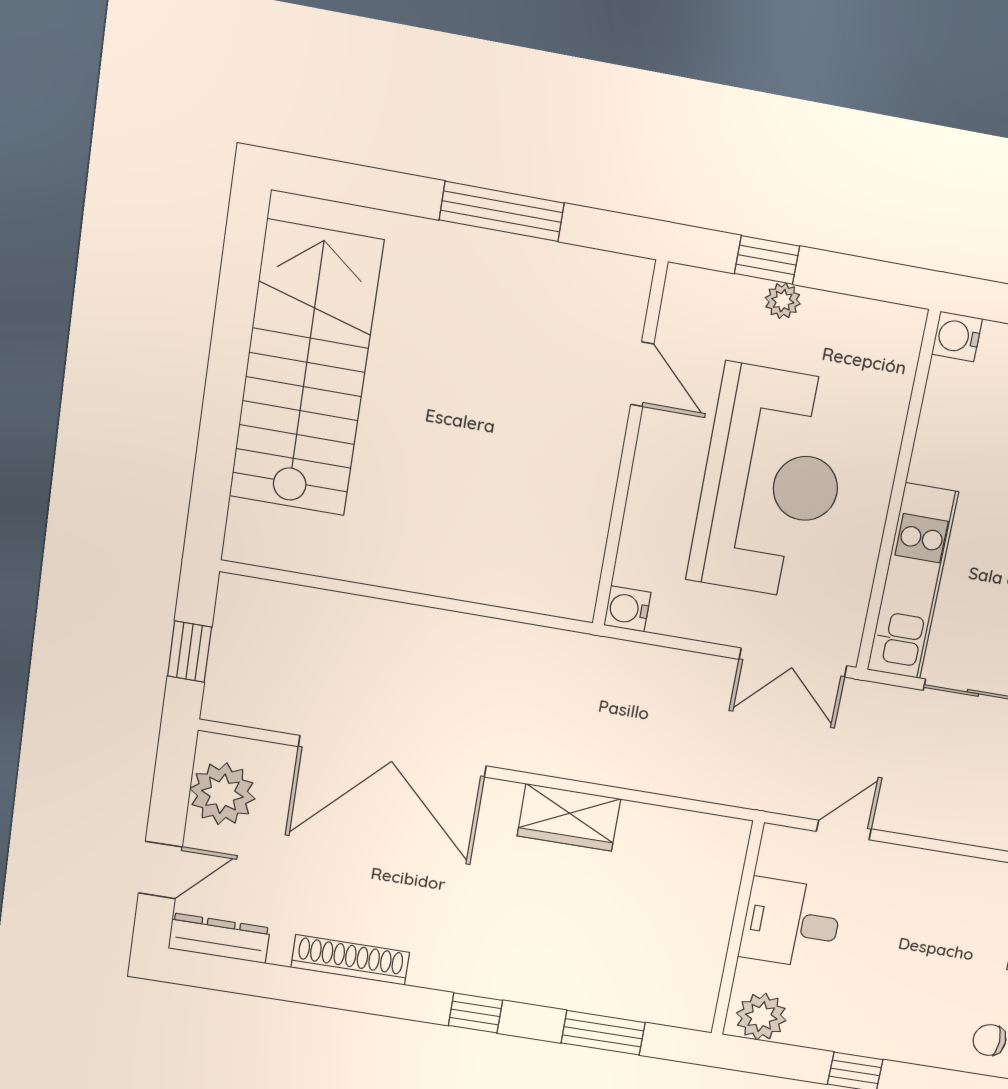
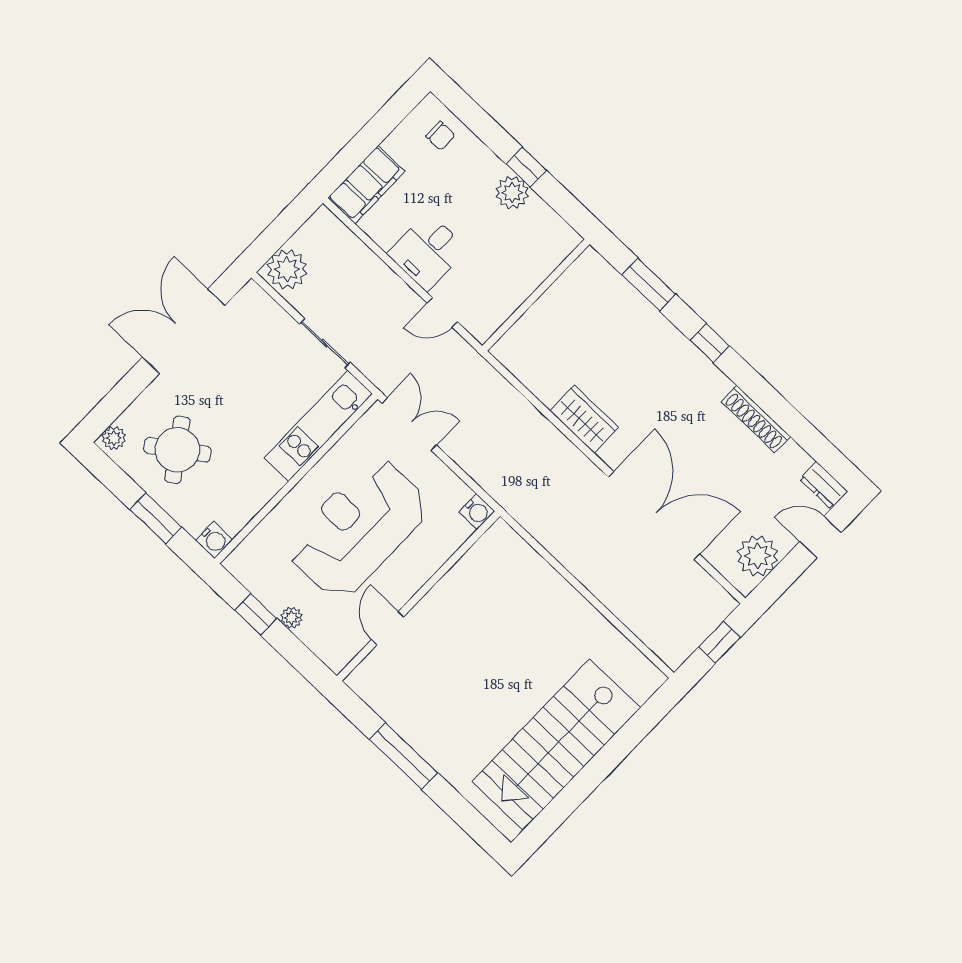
window: (767, 260) -> (256, 614), moved
desk: (791, 923) -> (427, 251), moved, turned 90
dresser: (219, 938) -> (824, 485), width x0.70
plant: (761, 1017) -> (512, 193), moved

